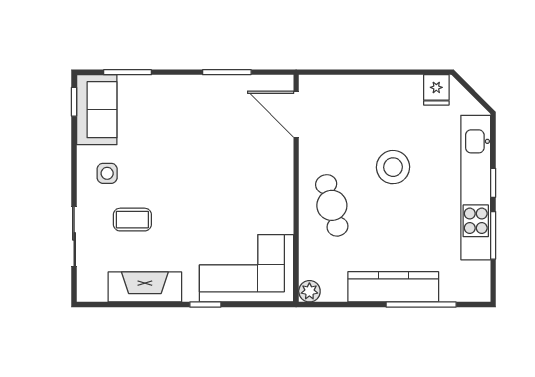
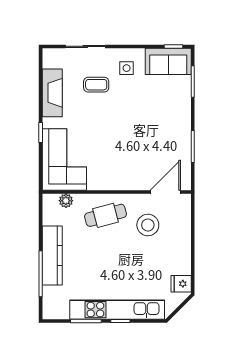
stool: (393, 167) -> (148, 225), moved
coffee table: (132, 220) -> (96, 85), turned 90
plant: (309, 291) -> (66, 201), moved

